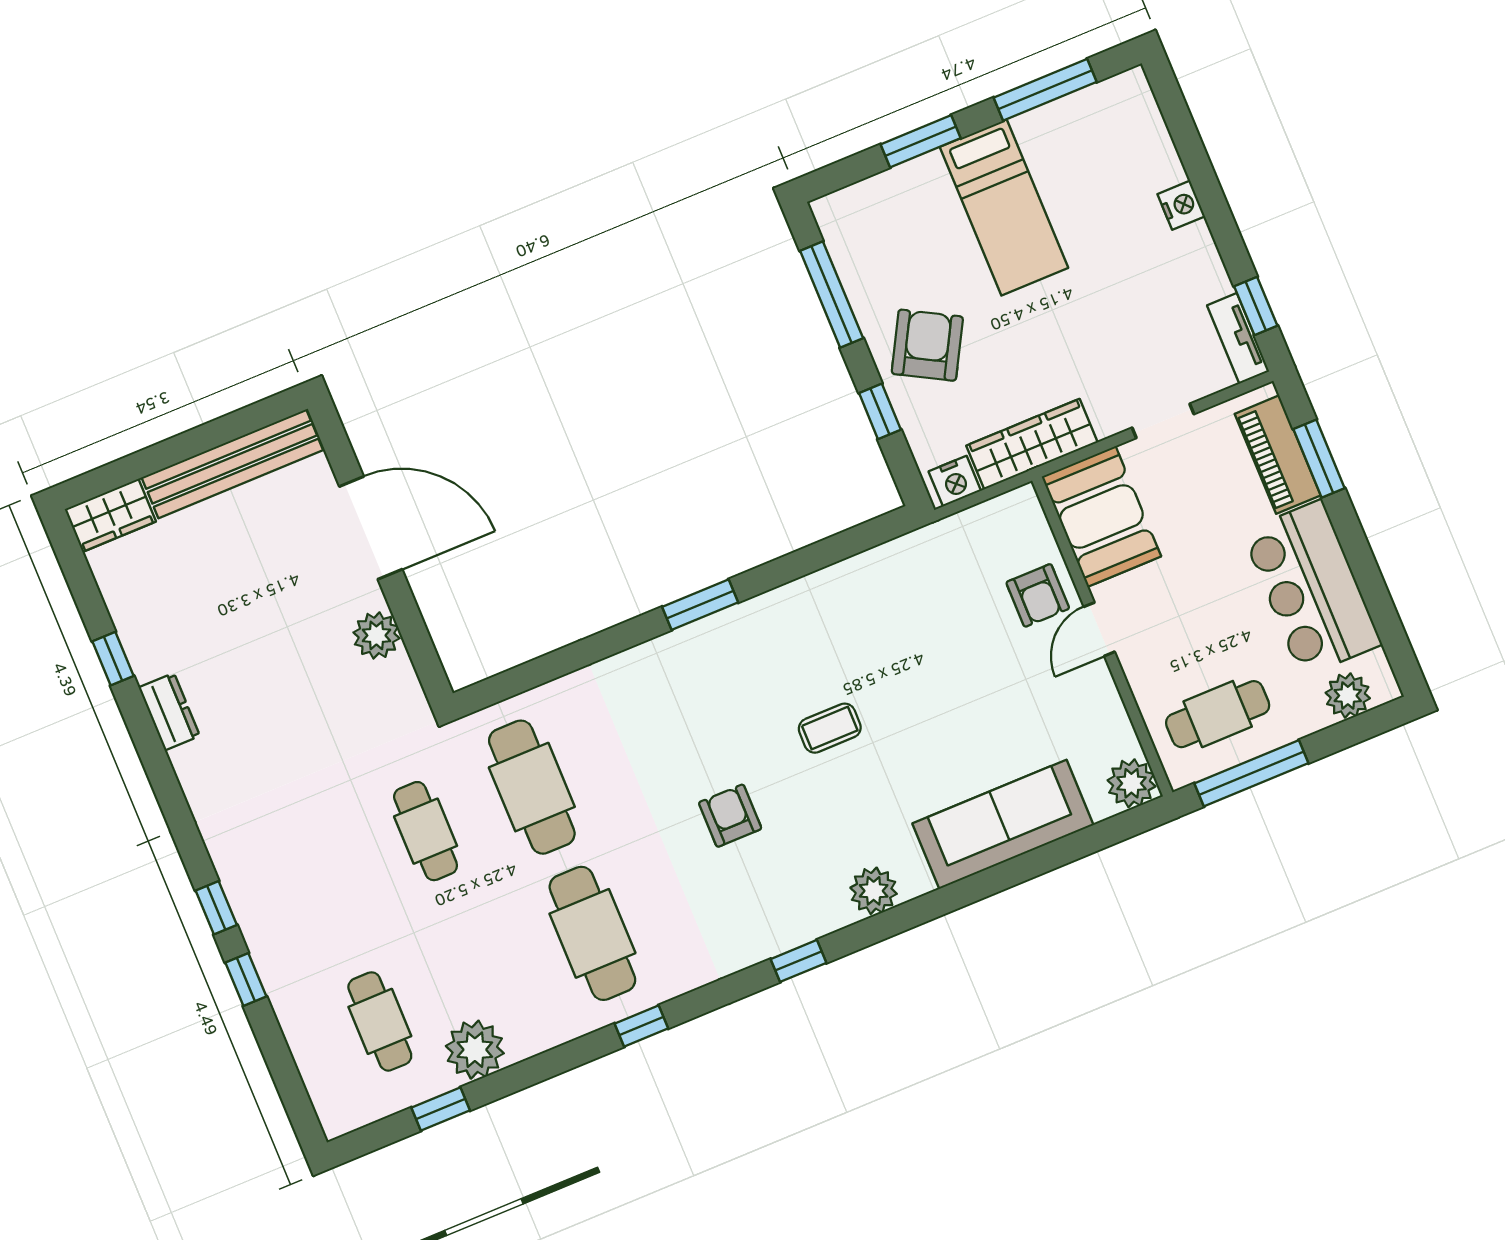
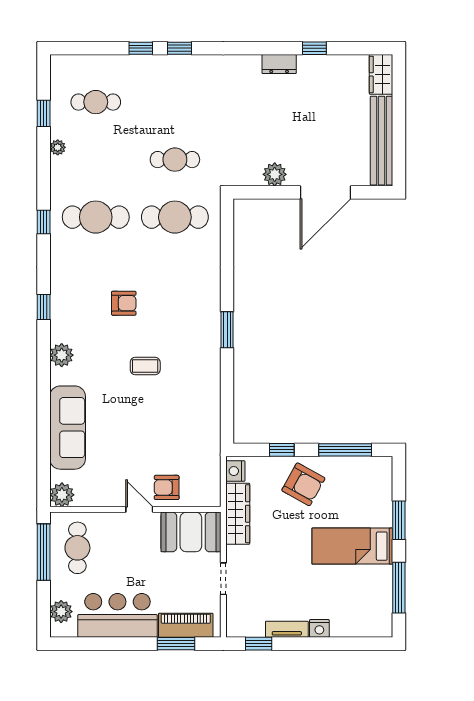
tv unit: (1238, 338) -> (287, 629), moved
coffee table: (830, 728) -> (145, 366), turned 90
plant: (475, 1050) -> (58, 147), width x0.53, depth x0.53

